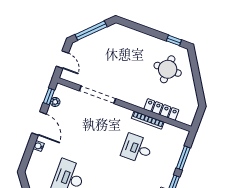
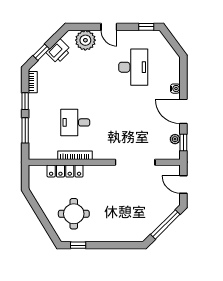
desk: (137, 149) -> (75, 122), turned 180

